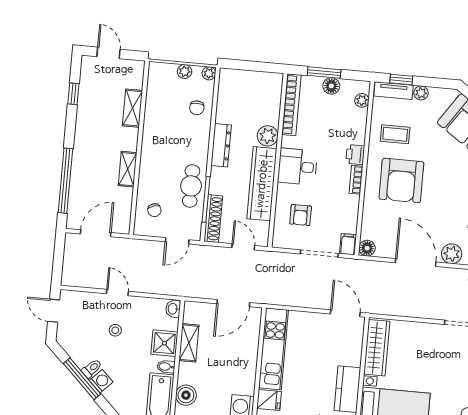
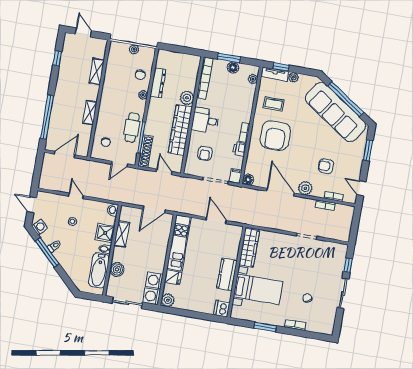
plant: (209, 73) -> (143, 95), moved
dresser: (221, 145) -> (158, 83), moved
printer: (355, 154) -> (239, 149), moved
door: (345, 313) -> (216, 220), moved
washing machine: (101, 381) -> (40, 227), moved

